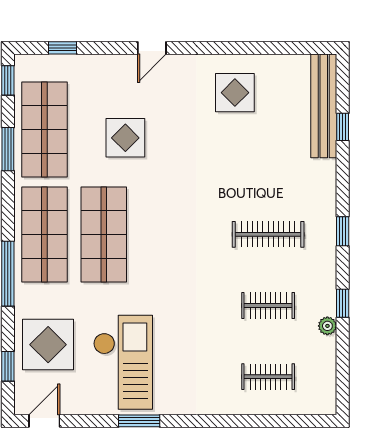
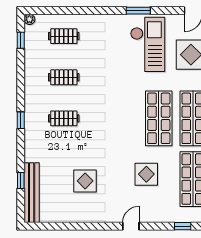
display table: (235, 93) -> (85, 181), moved
clothes rail: (268, 234) -> (64, 118), width x0.73
window: (343, 303) -> (21, 40), moved
plant: (327, 326) -> (29, 19), moved
checkout: (123, 362) -> (148, 44), turned 180

